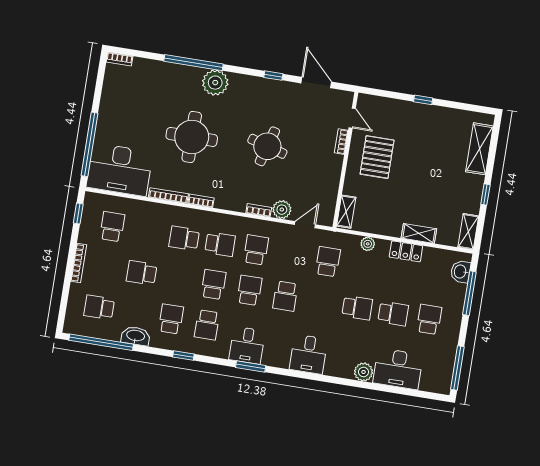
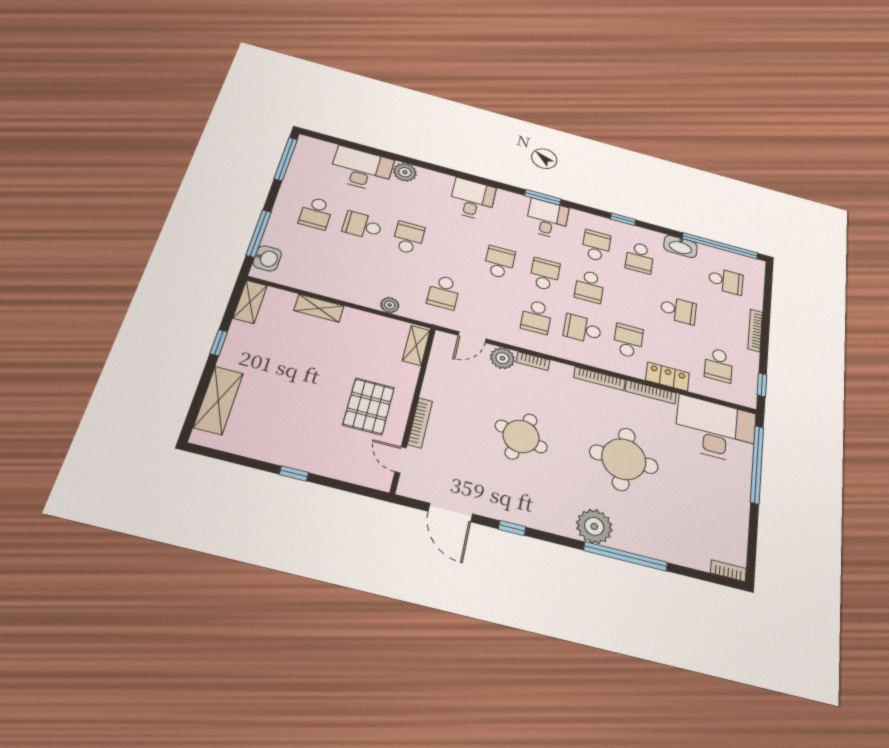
bookcase: (341, 142) -> (420, 423), width x1.56
bookcase: (201, 201) -> (599, 379), width x1.56
school desk: (184, 238) -> (628, 341), turned -90
locker: (406, 251) -> (667, 377), moved
school desk: (249, 290) -> (545, 274), turned 180
school desk: (357, 308) -> (408, 238), turned 90

